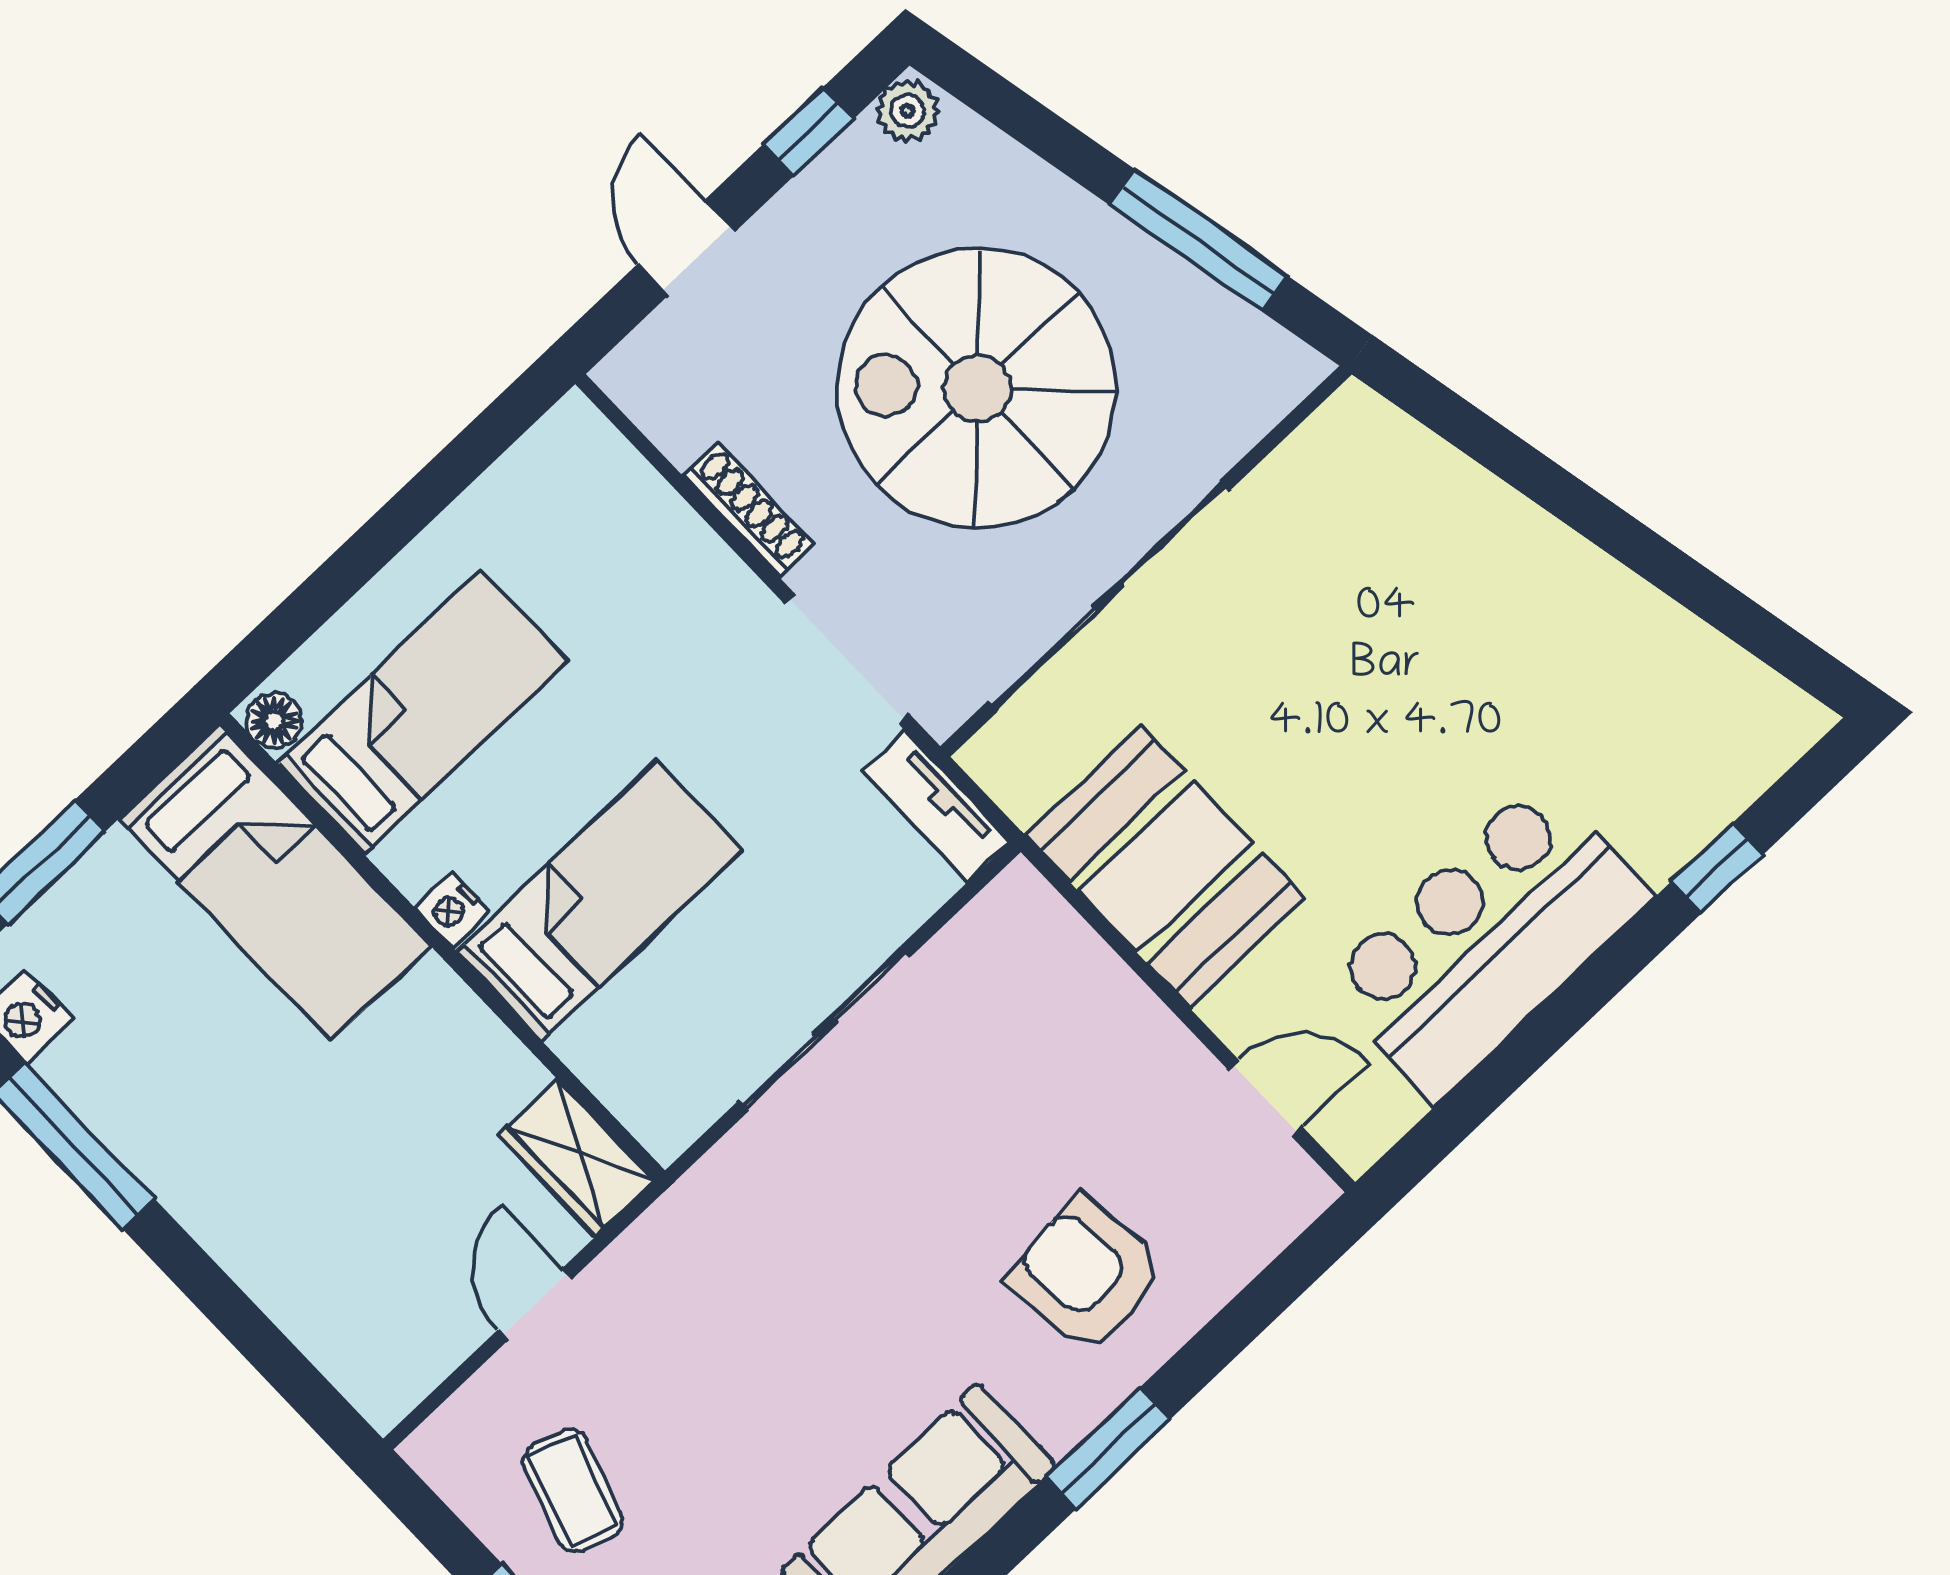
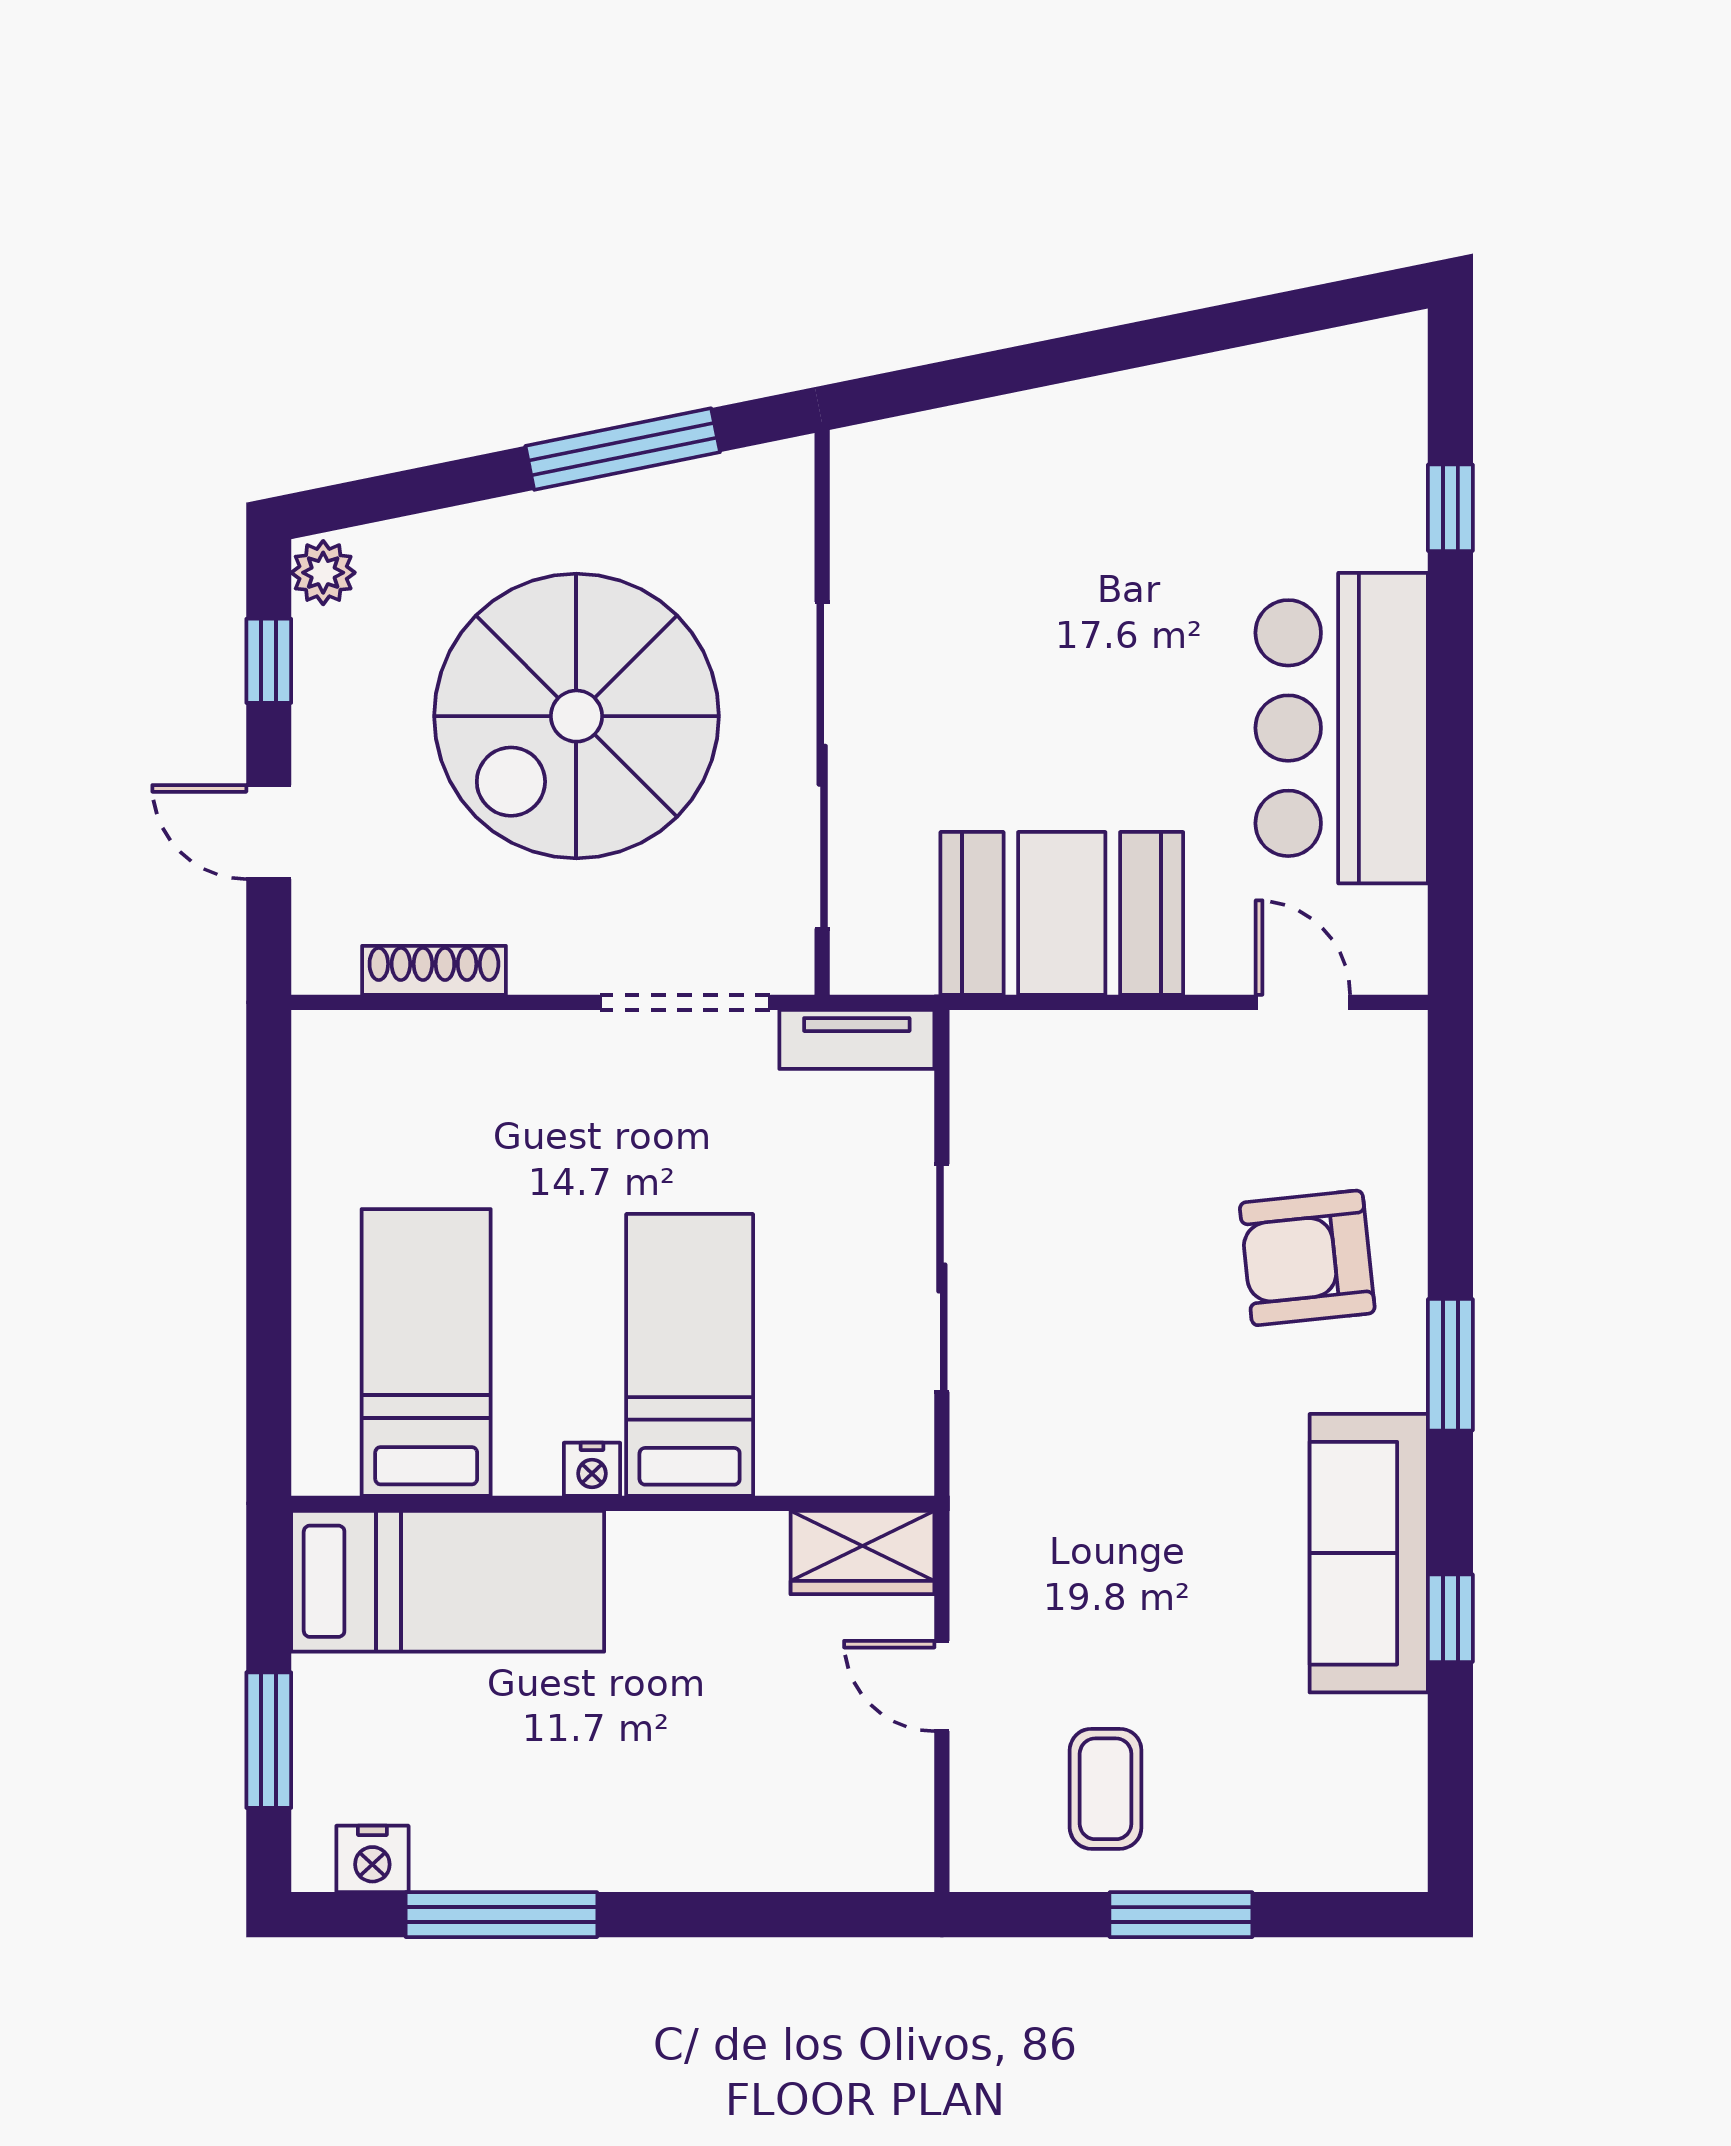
shoe rack: (748, 510) -> (434, 970), moved
floor lamp: (274, 720) -> (328, 1468), removed
door: (1265, 1098) -> (1303, 1002), hinge flipped
coffee table: (573, 1491) -> (1106, 1789), turned 72

